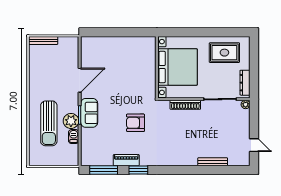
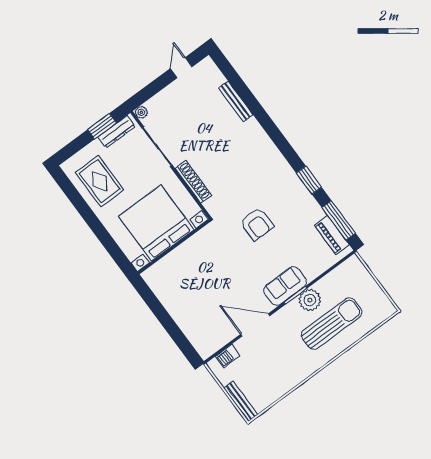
window: (254, 77) -> (102, 126), added
barbecue: (74, 137) -> (228, 356), moved
piano: (126, 160) -> (332, 235), moved

